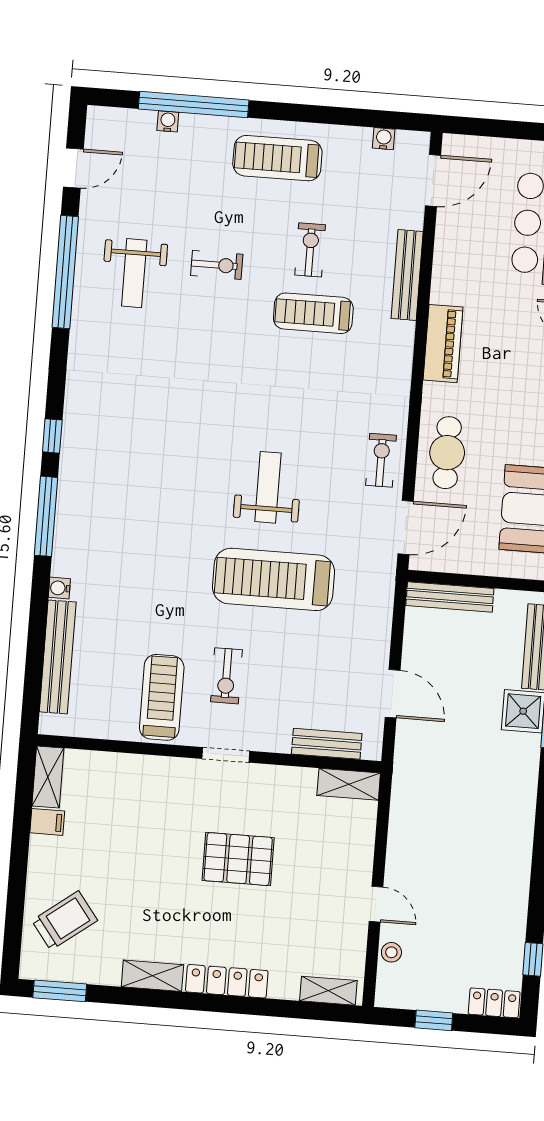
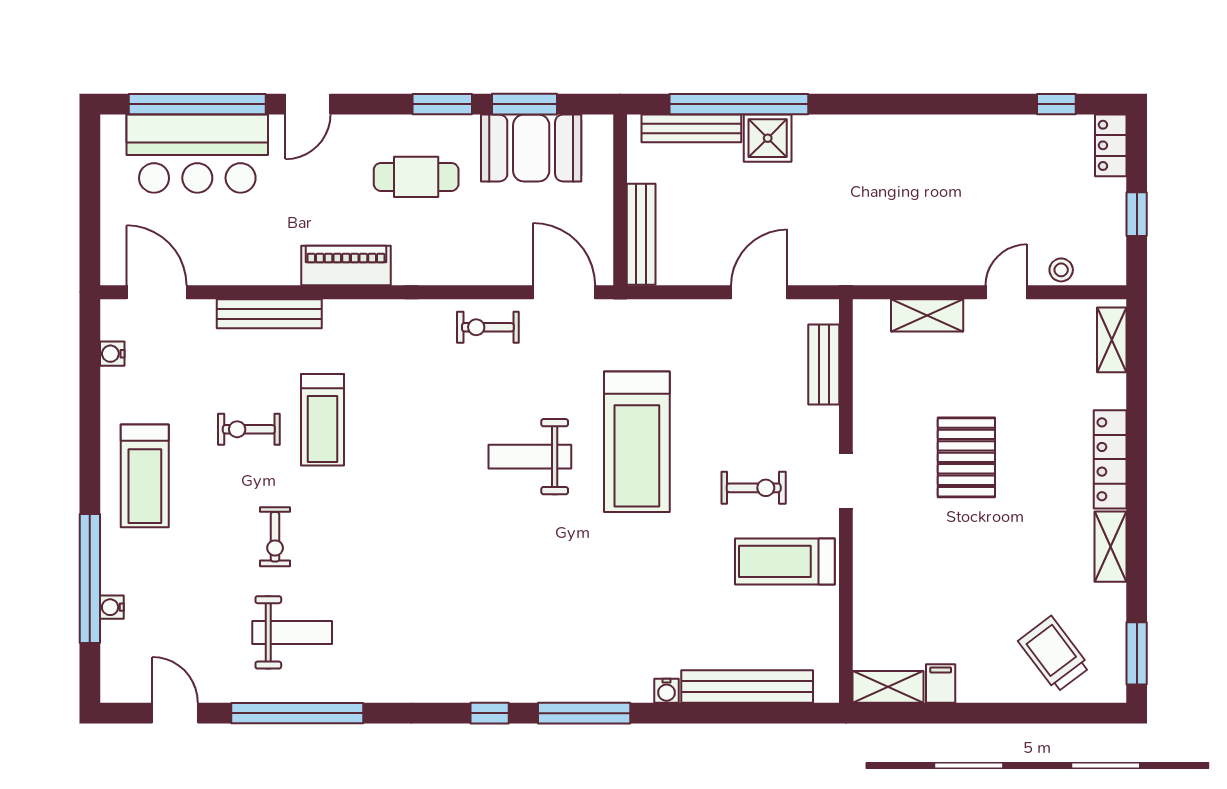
exercise bike: (217, 265) -> (275, 537), turned 180
cafe table: (447, 453) -> (416, 177), moved
shelving: (349, 784) -> (927, 315), moved, turned 90

